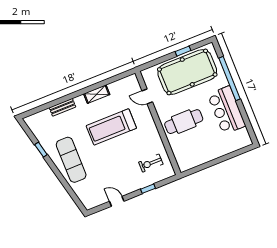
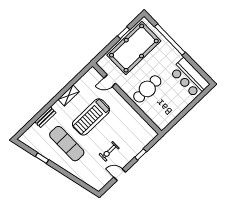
bar counter: (227, 110) -> (189, 78), moved
exercise mat: (71, 160) -> (67, 144), moved
exercise bike: (151, 163) -> (109, 151), moved

